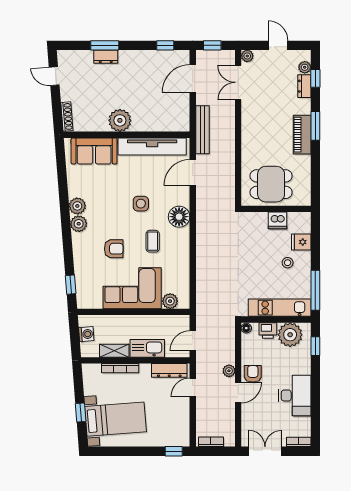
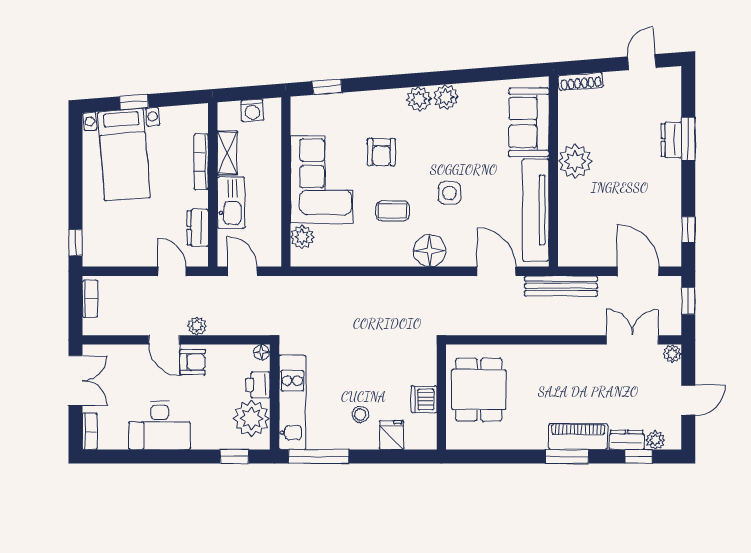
piano: (302, 135) -> (578, 437), moved
dresser: (169, 370) -> (198, 228), width x0.70

